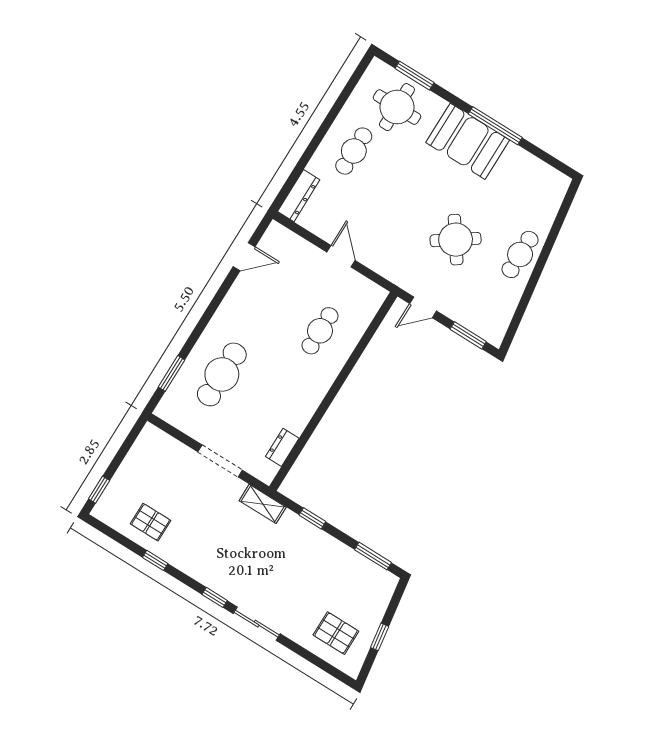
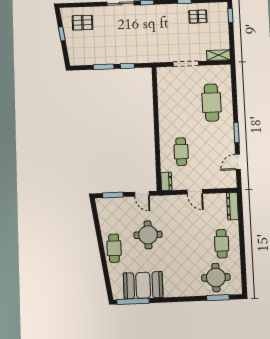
window: (495, 126) -> (133, 301), moved
booth: (468, 141) -> (143, 285), moved
round table: (456, 240) -> (148, 235), turned 35
door: (423, 307) -> (142, 194), swing flipped
window: (171, 373) -> (236, 133), moved
dresser: (282, 447) -> (166, 181), moved
shelving: (263, 504) -> (218, 55), moved
window: (373, 556) -> (104, 67), moved

